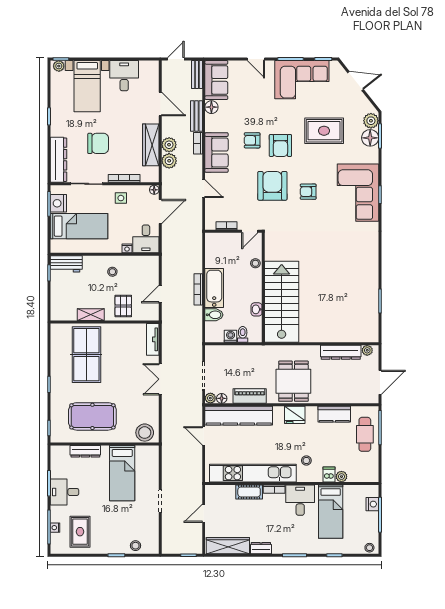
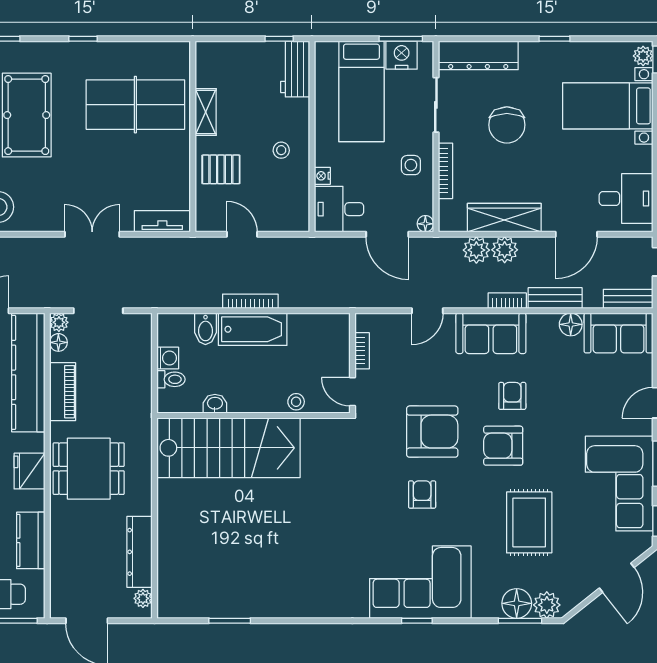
desk: (124, 76) -> (626, 198), moved

